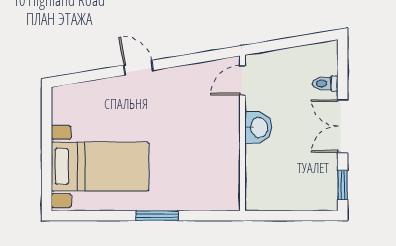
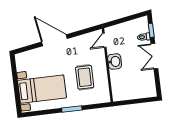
door: (138, 68) -> (54, 40), width x1.88
rug: (192, 153) -> (85, 77), added
window: (343, 185) -> (151, 30), moved

